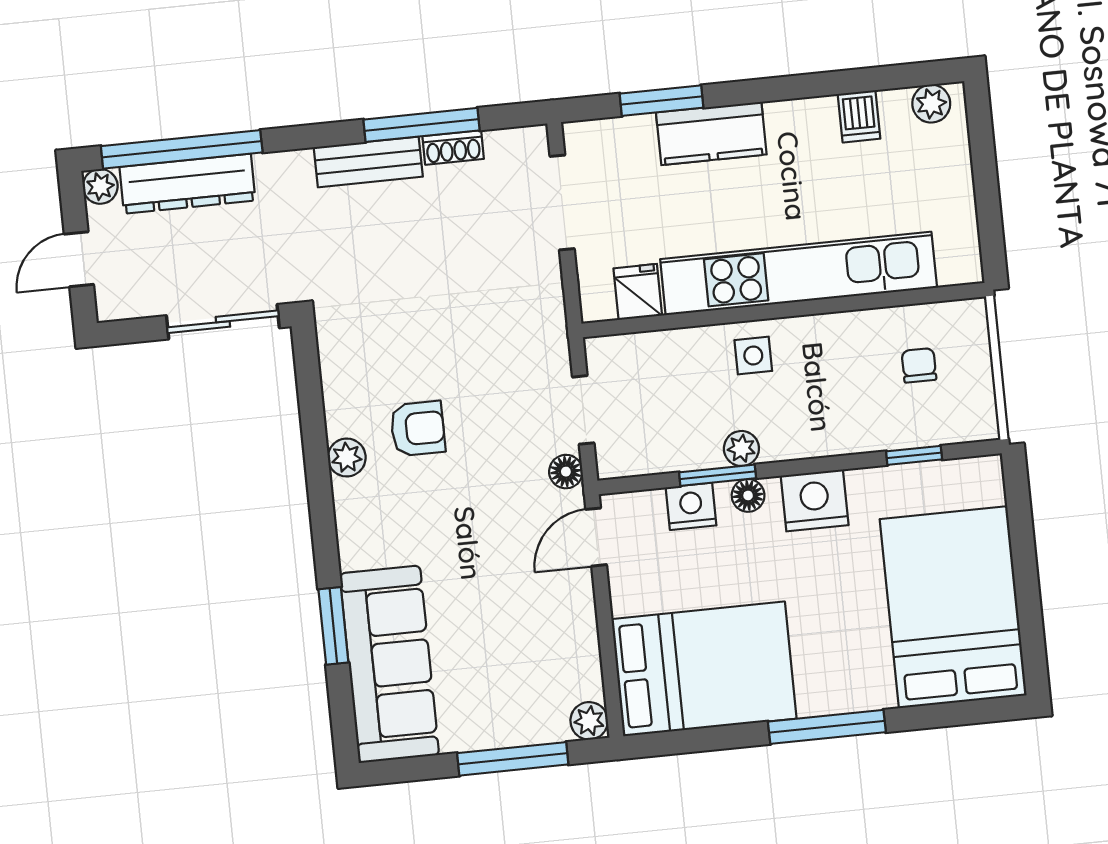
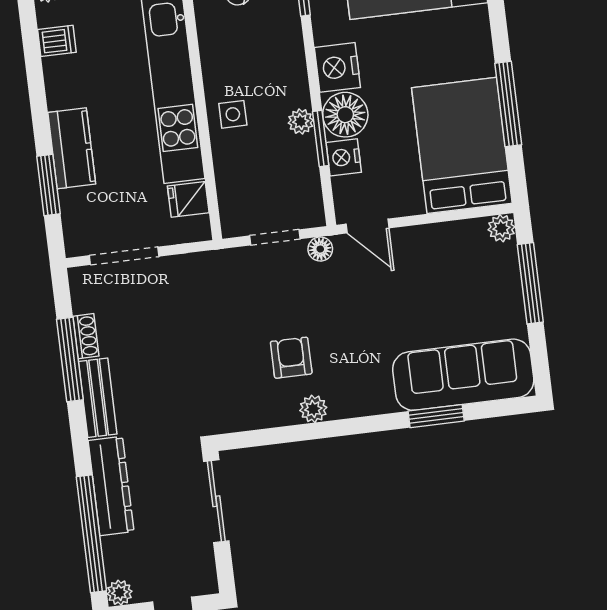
dresser: (187, 184) -> (111, 486), moved
floor lamp: (748, 495) -> (345, 115), width x1.89, depth x1.89
window: (827, 727) -> (508, 104), moved

